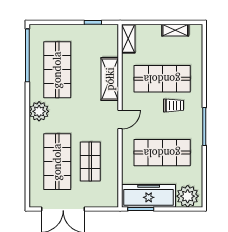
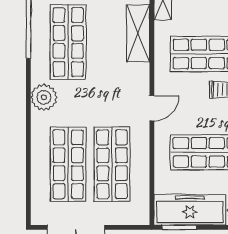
shelving: (110, 79) -> (138, 33), moved
shop shelf: (90, 162) -> (112, 164), width x1.43, depth x1.36

